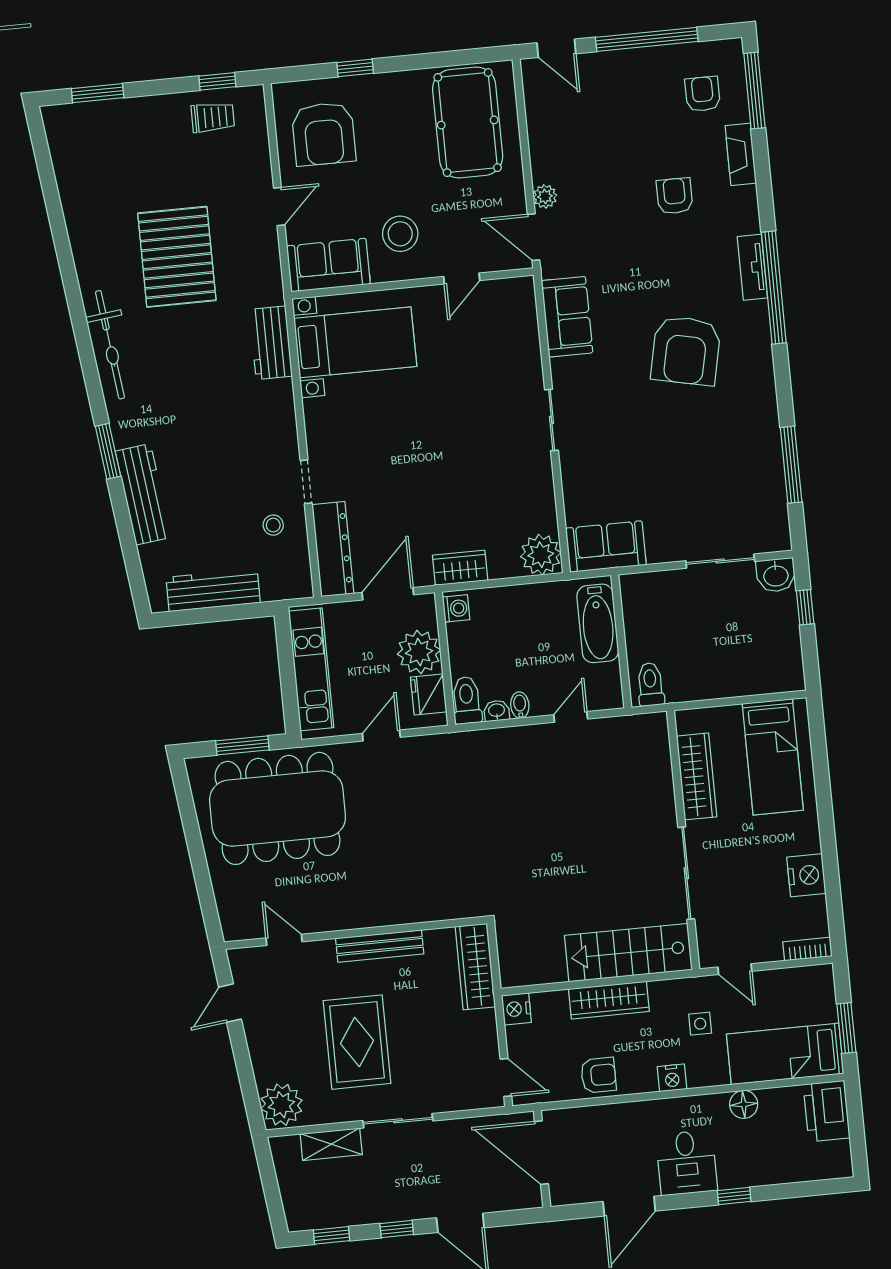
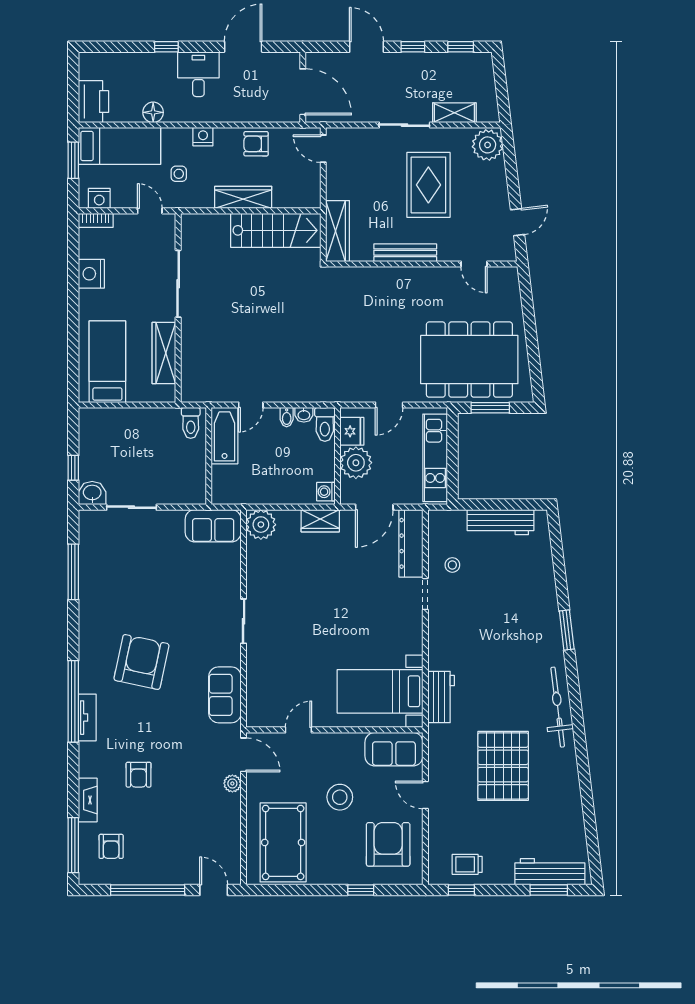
door: (279, 207) -> (425, 795), hinge flipped
stool: (400, 234) -> (340, 797), moved
workbench: (143, 494) -> (550, 872), moved, turned 97
bathtub: (598, 623) -> (225, 436), moved
stairs: (628, 953) -> (276, 230), moved
nightstand: (516, 1009) -> (99, 198), moved, turned 90

